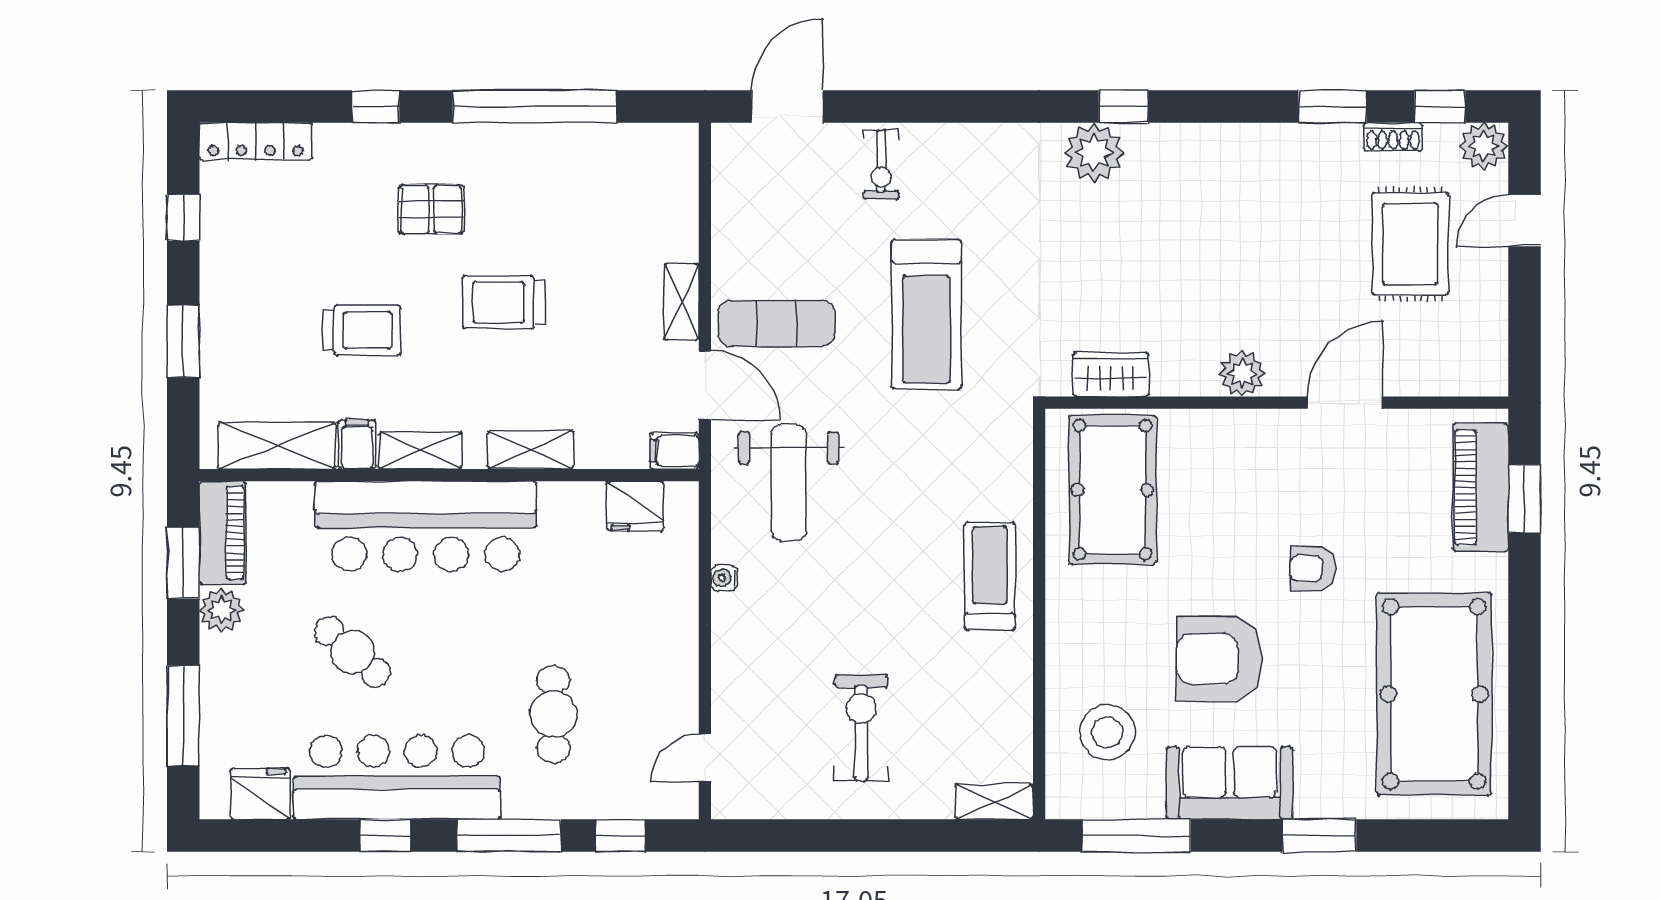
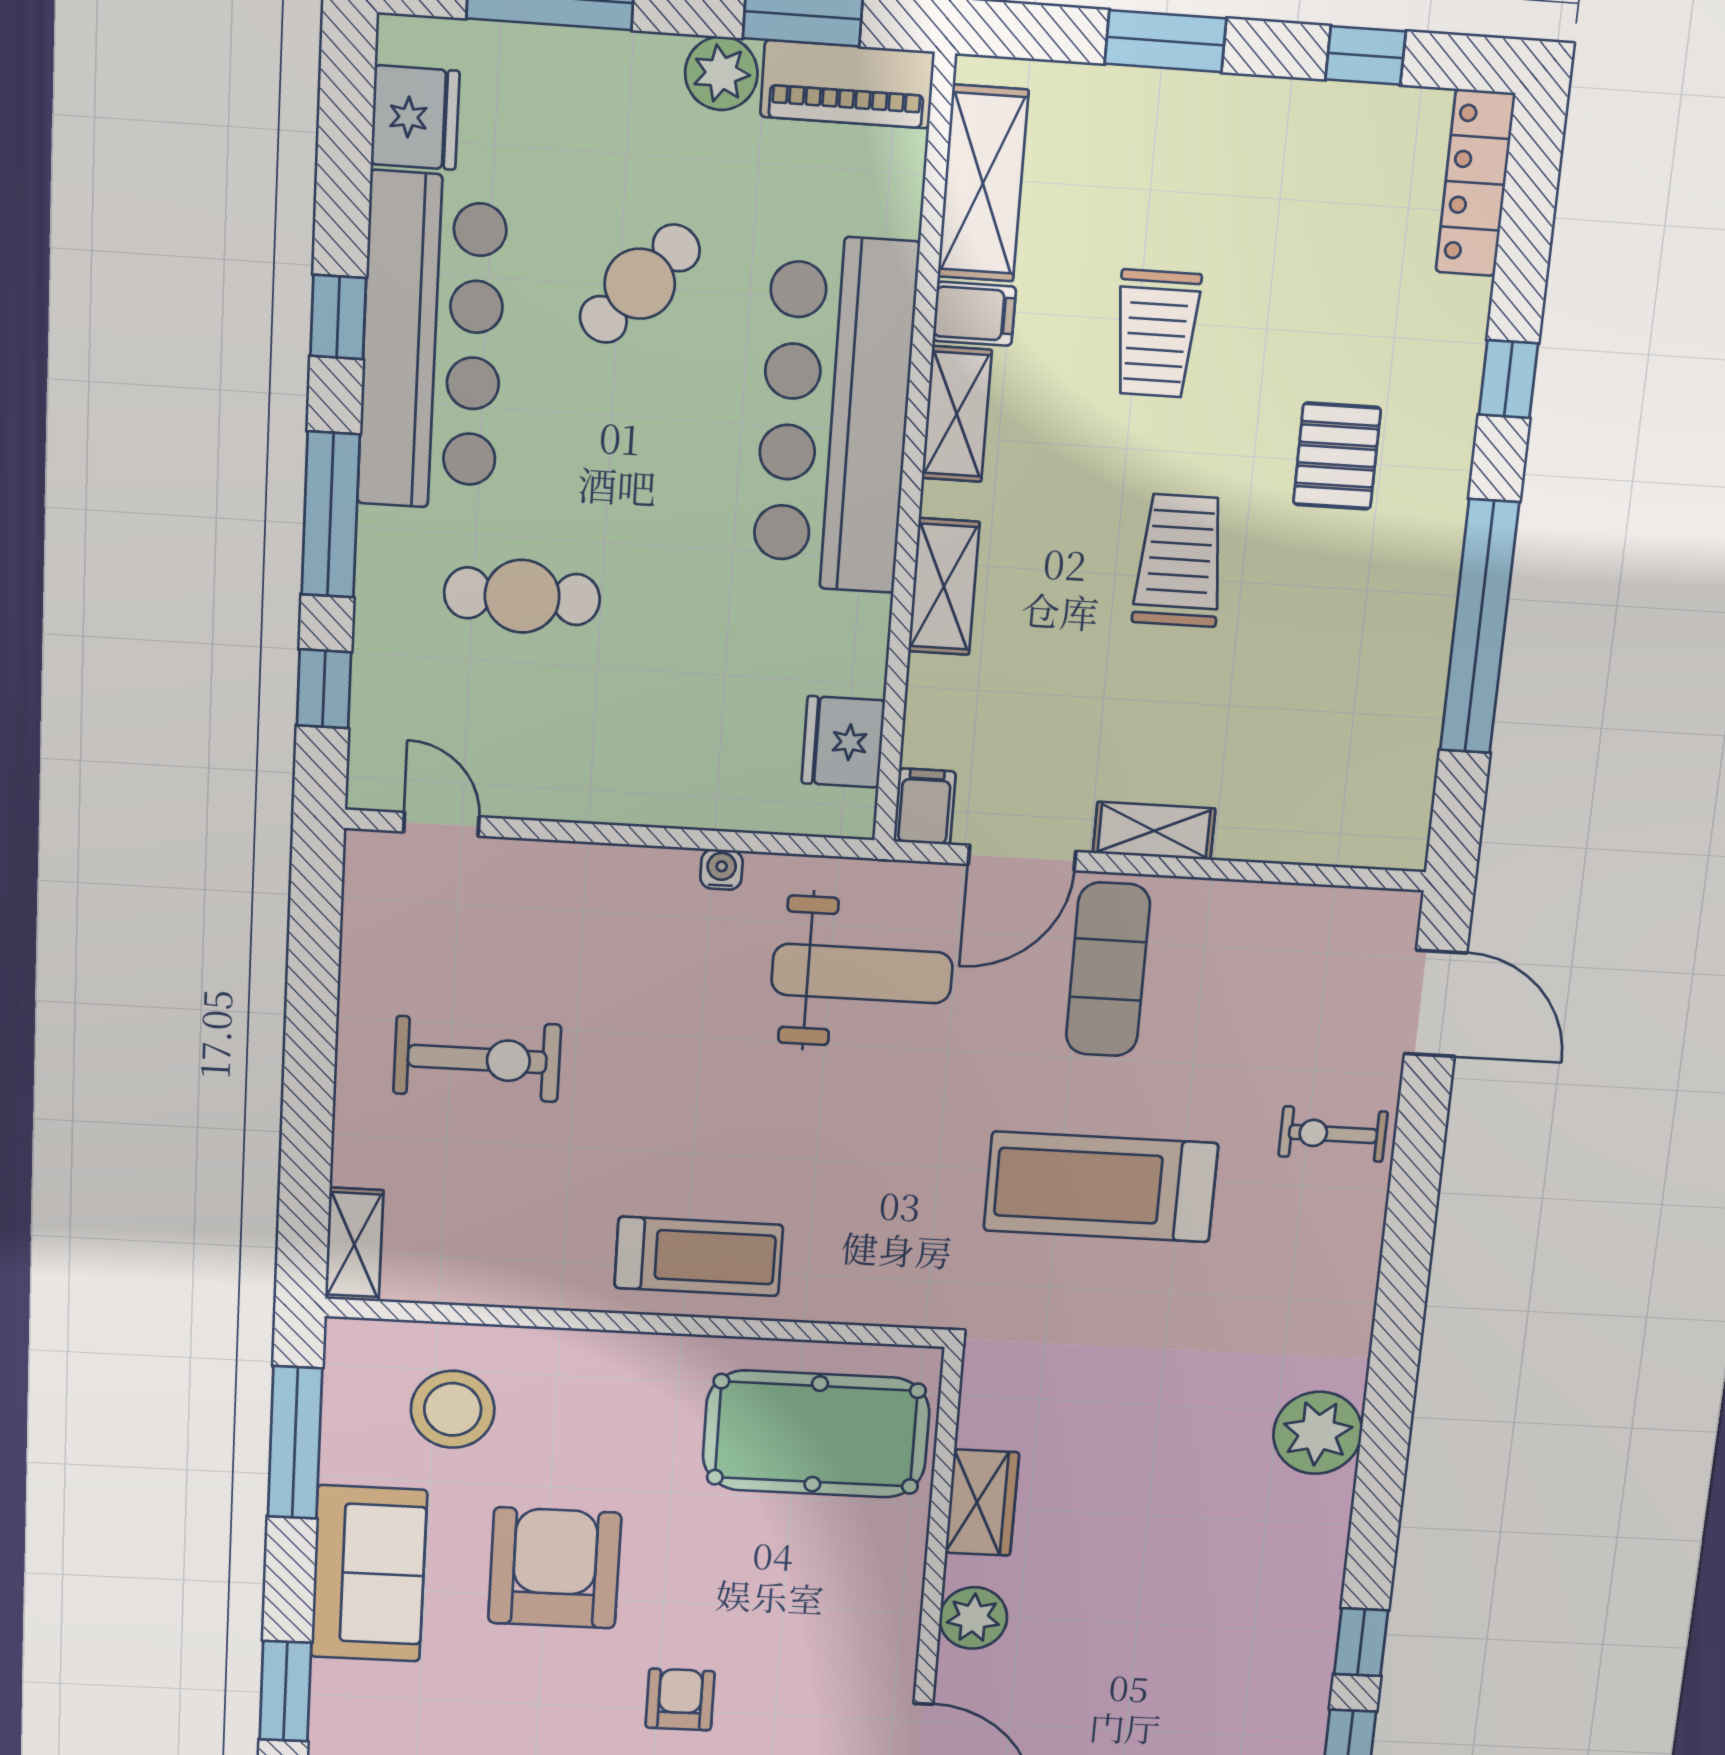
window: (1124, 107) -> (1361, 1642), moved
wardrobe: (1111, 375) -> (982, 1503), moved
weight bench: (789, 483) -> (862, 974), turned 180

